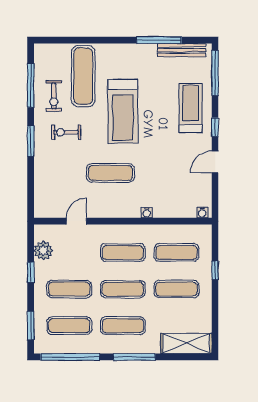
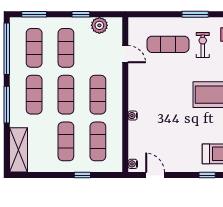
door: (215, 162) -> (155, 175), moved
exercise mat: (110, 173) -> (168, 44), moved, turned 90

